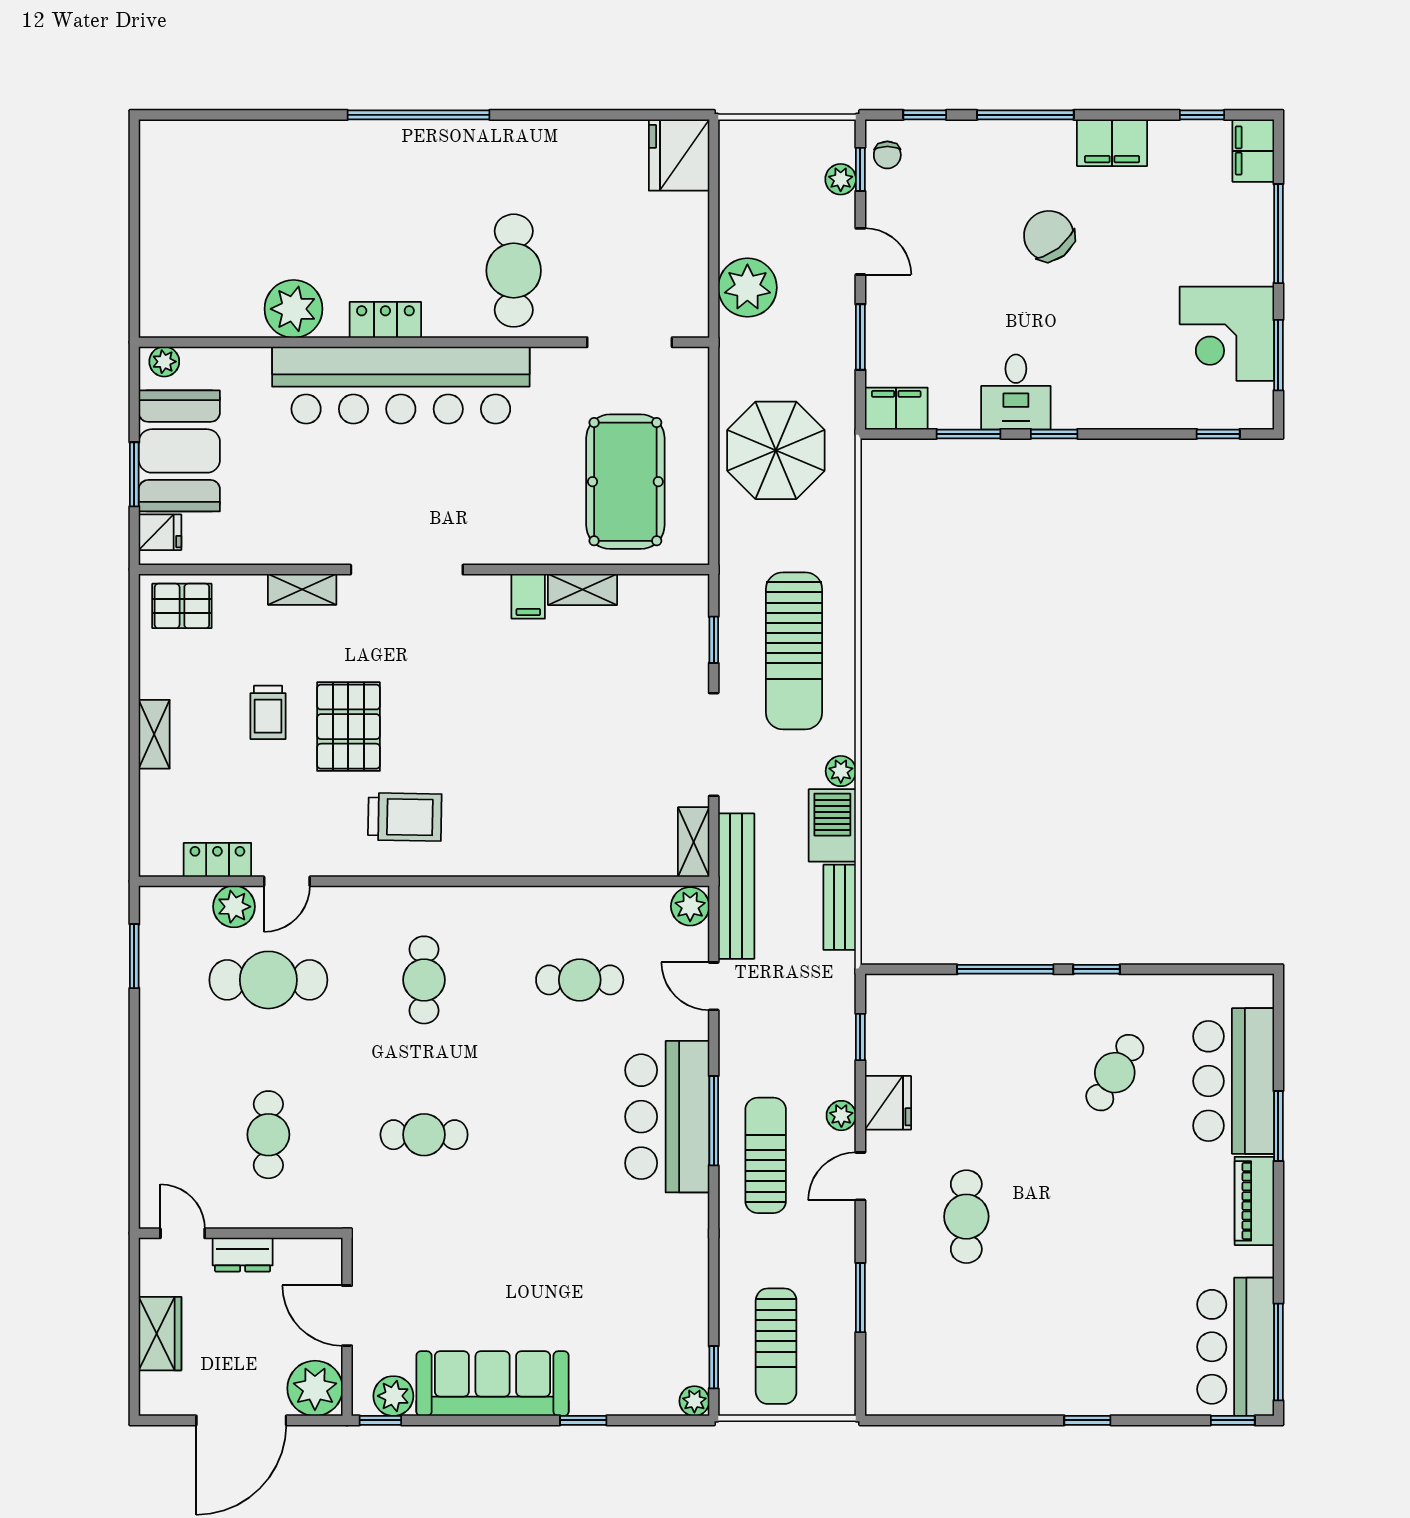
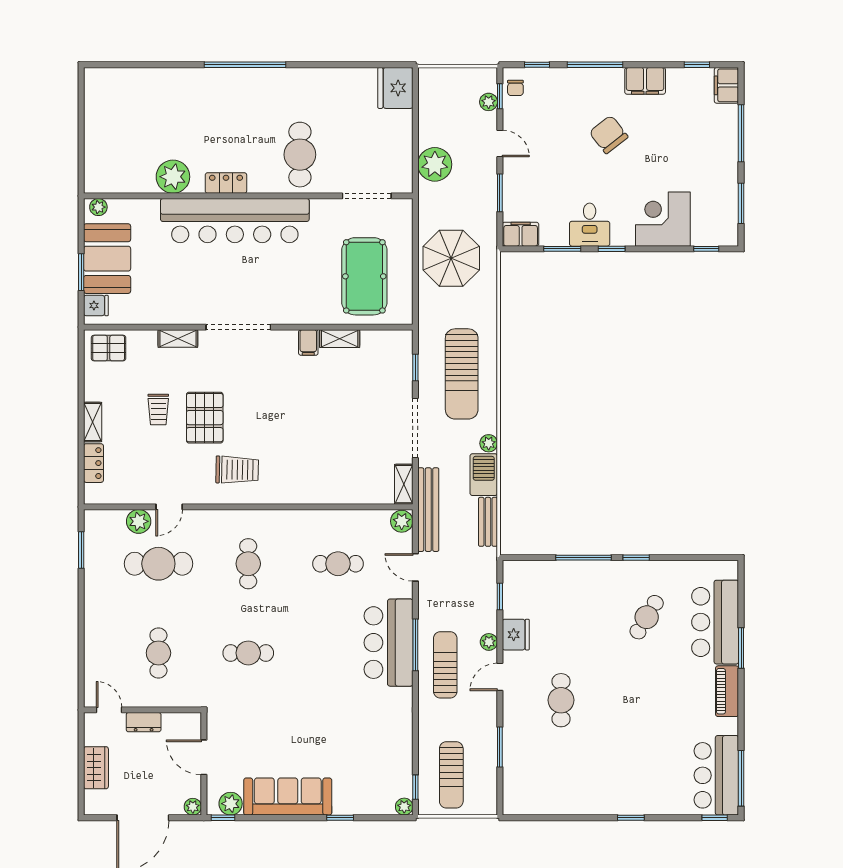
corner desk: (1227, 334) -> (663, 219), moved, turned 90
locker: (217, 860) -> (94, 463), moved, turned 90
plant: (315, 1388) -> (193, 807), width x0.53, depth x0.53

